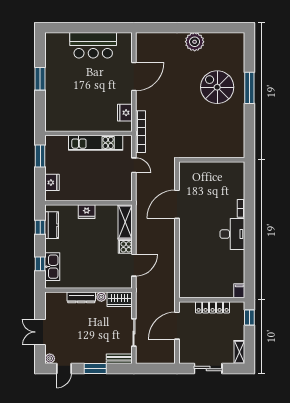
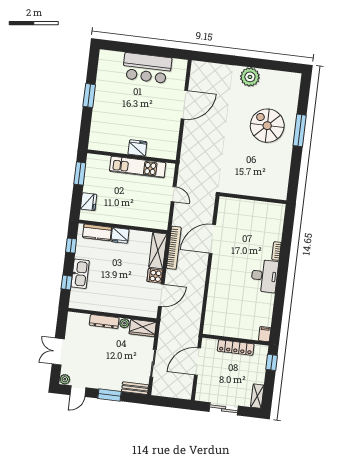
fridge: (125, 113) -> (137, 148), moved, turned 90
bookcase: (141, 132) -> (174, 248), moved
kitchen counter: (52, 225) -> (97, 232), moved, turned 90
kitchen sink: (52, 267) -> (80, 274), moved

